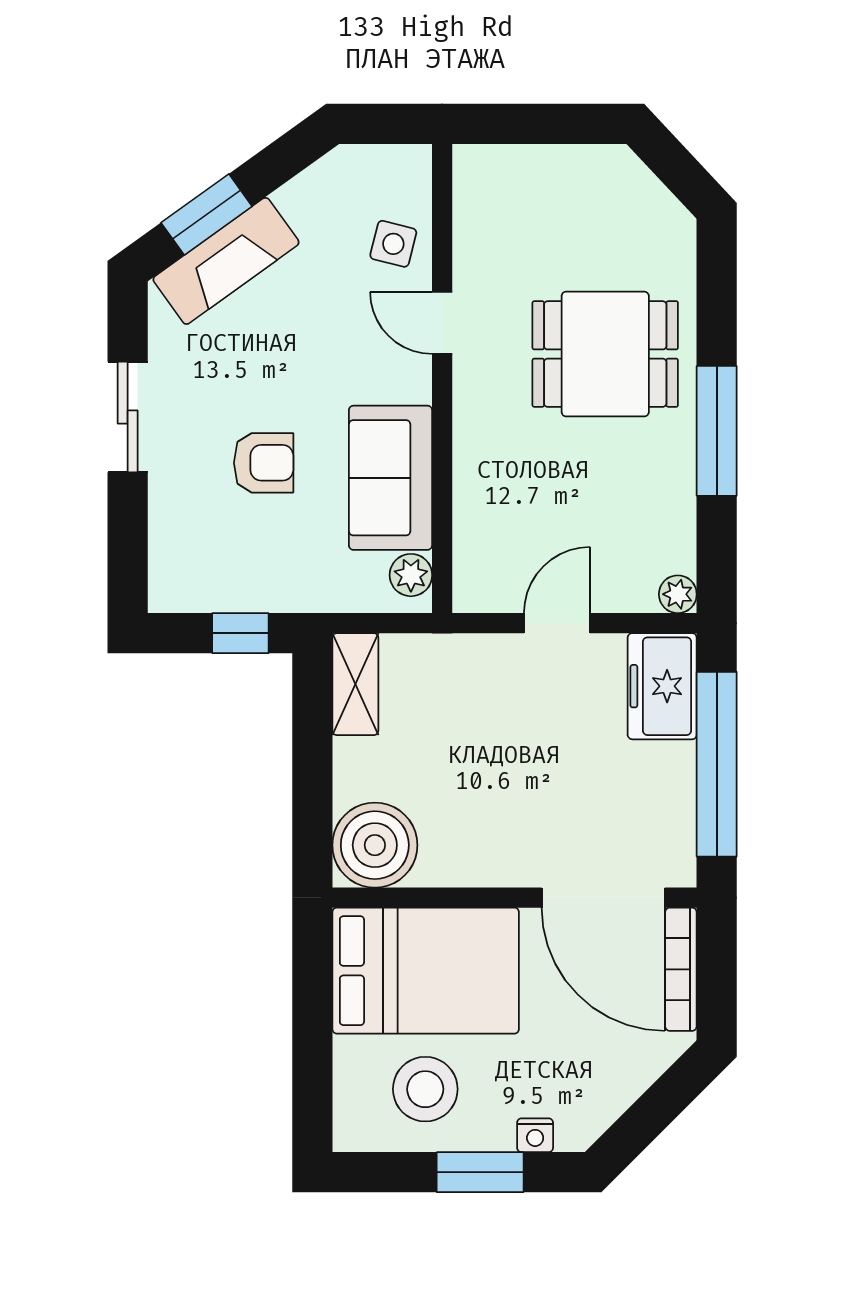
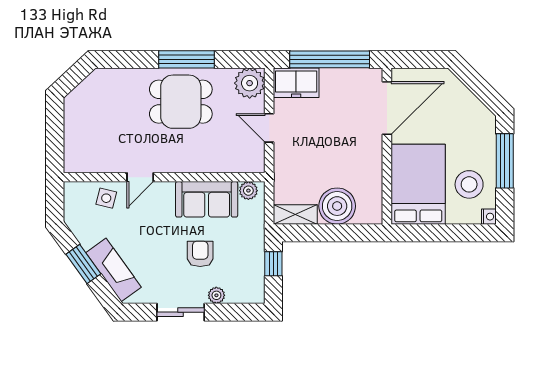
window: (207, 214) -> (83, 264), moved
dining table: (605, 354) -> (181, 102), moved, turned 90
plant: (167, 501) -> (216, 295), added
plant: (678, 594) -> (250, 83), width x1.87, depth x1.87
boiler: (375, 845) -> (337, 206), moved
bookcase: (681, 969) -> (418, 75), removed
nightstand: (535, 1135) -> (489, 217), moved
window: (480, 1172) -> (505, 161), width x1.44

